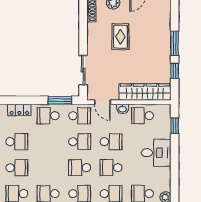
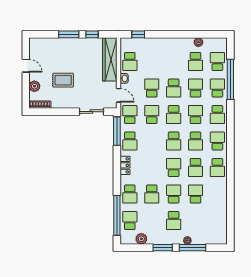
window: (60, 100) -> (117, 131), width x1.44
door: (102, 102) -> (118, 95), hinge flipped
school desk: (17, 142) -> (174, 141), moved, turned 180
desk: (156, 153) -> (161, 50), removed

